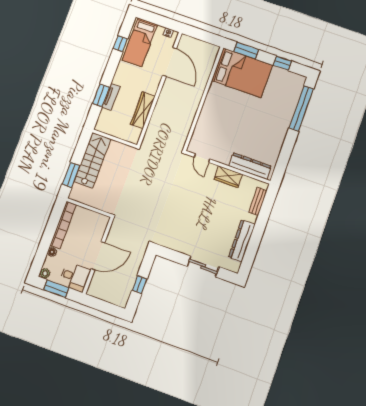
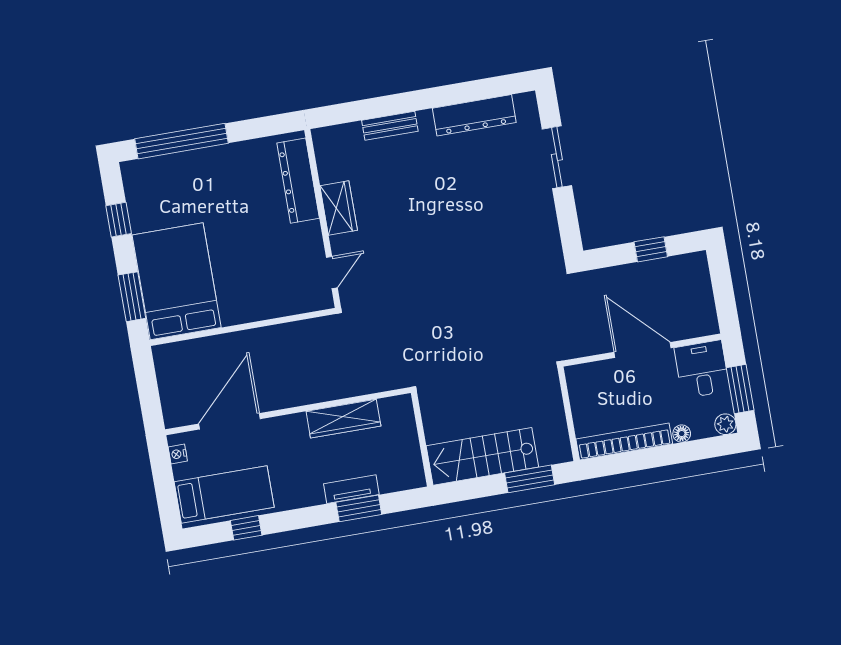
door: (202, 158) -> (332, 272), moved
dresser: (250, 166) -> (298, 181), moved
wall: (228, 167) -> (323, 219), moved
wardrobe: (228, 177) -> (339, 208), moved

